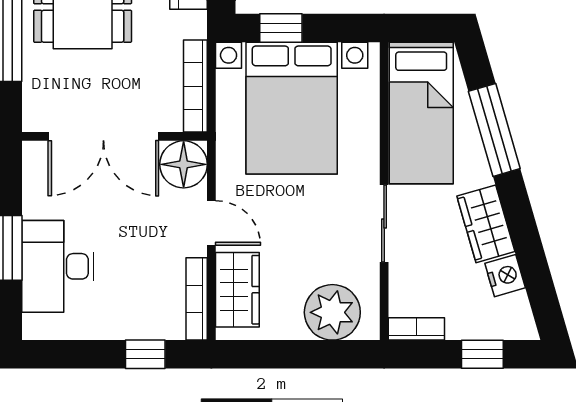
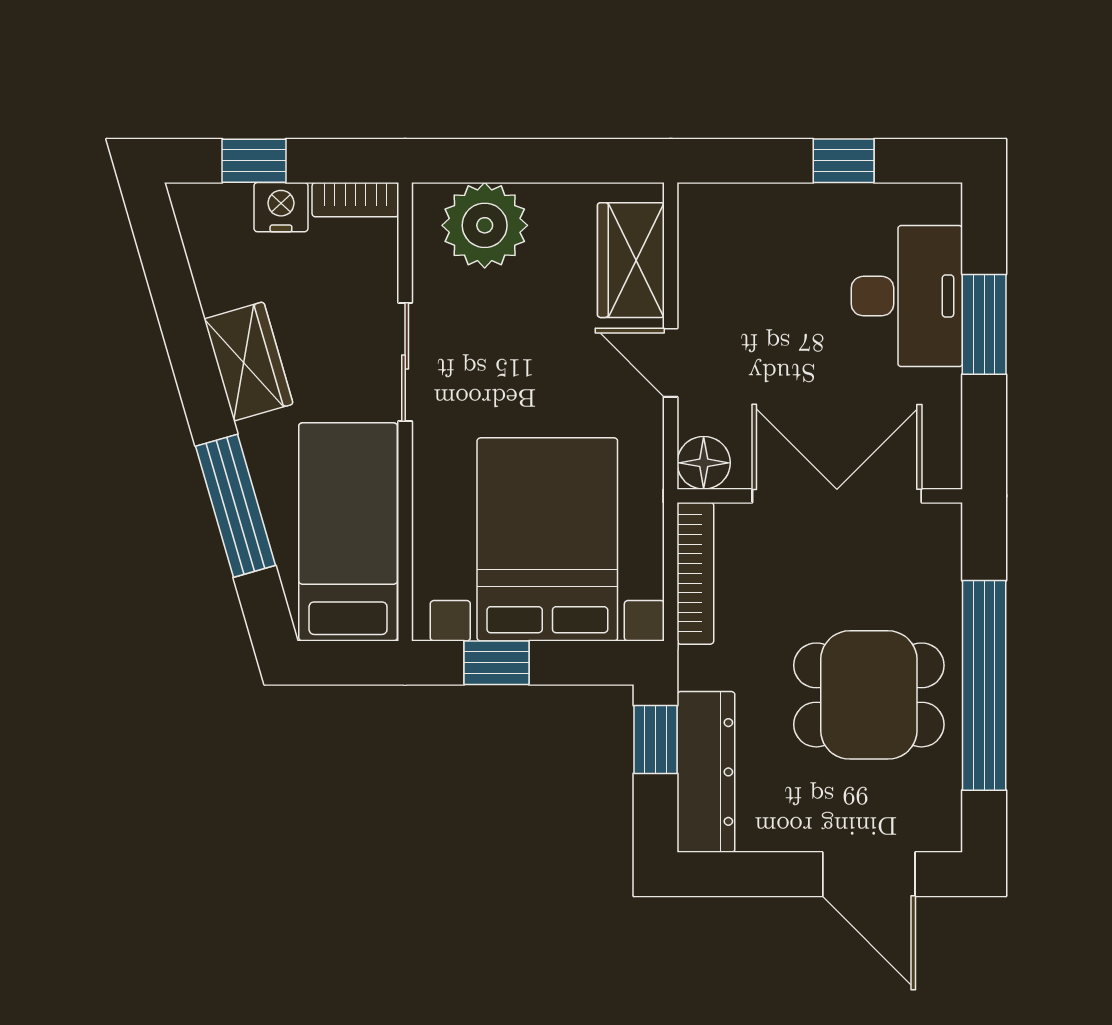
window: (281, 28) -> (497, 663), moved
floor lamp: (184, 164) -> (704, 463), width x0.73, depth x0.73
nightstand: (505, 276) -> (281, 207), moved, turned 106
bookcase: (197, 299) -> (693, 246), removed
window: (145, 354) -> (844, 161), moved

